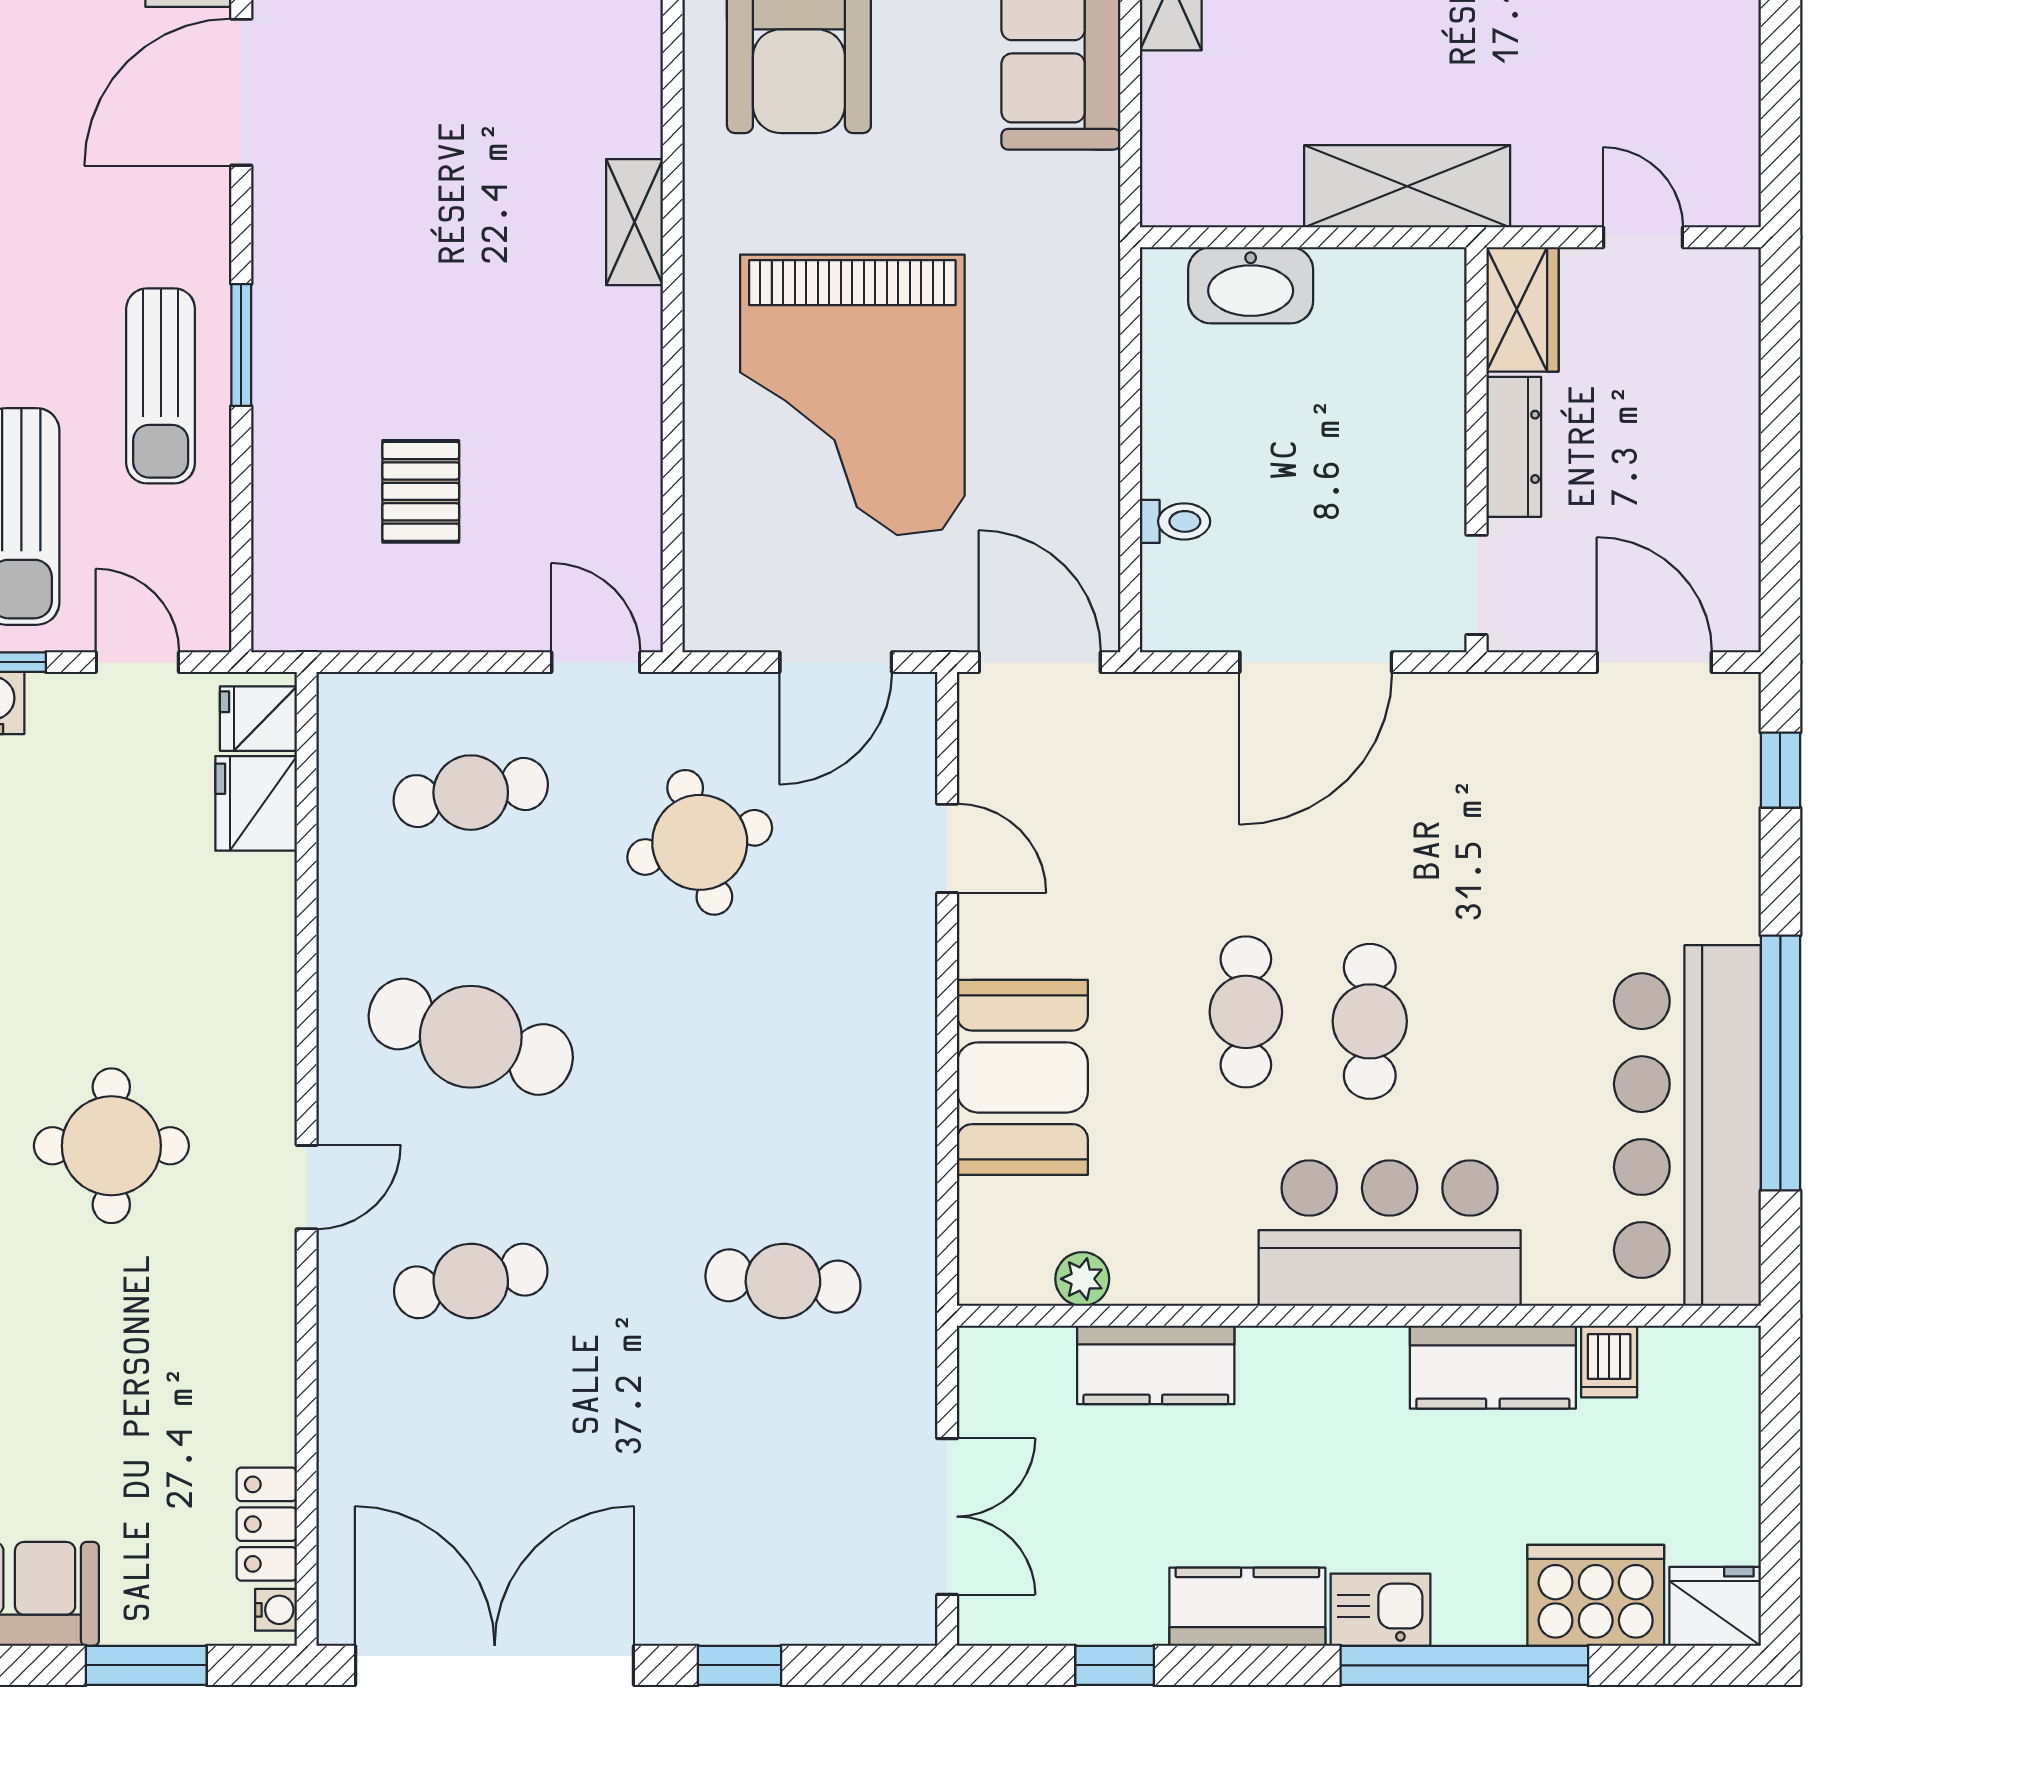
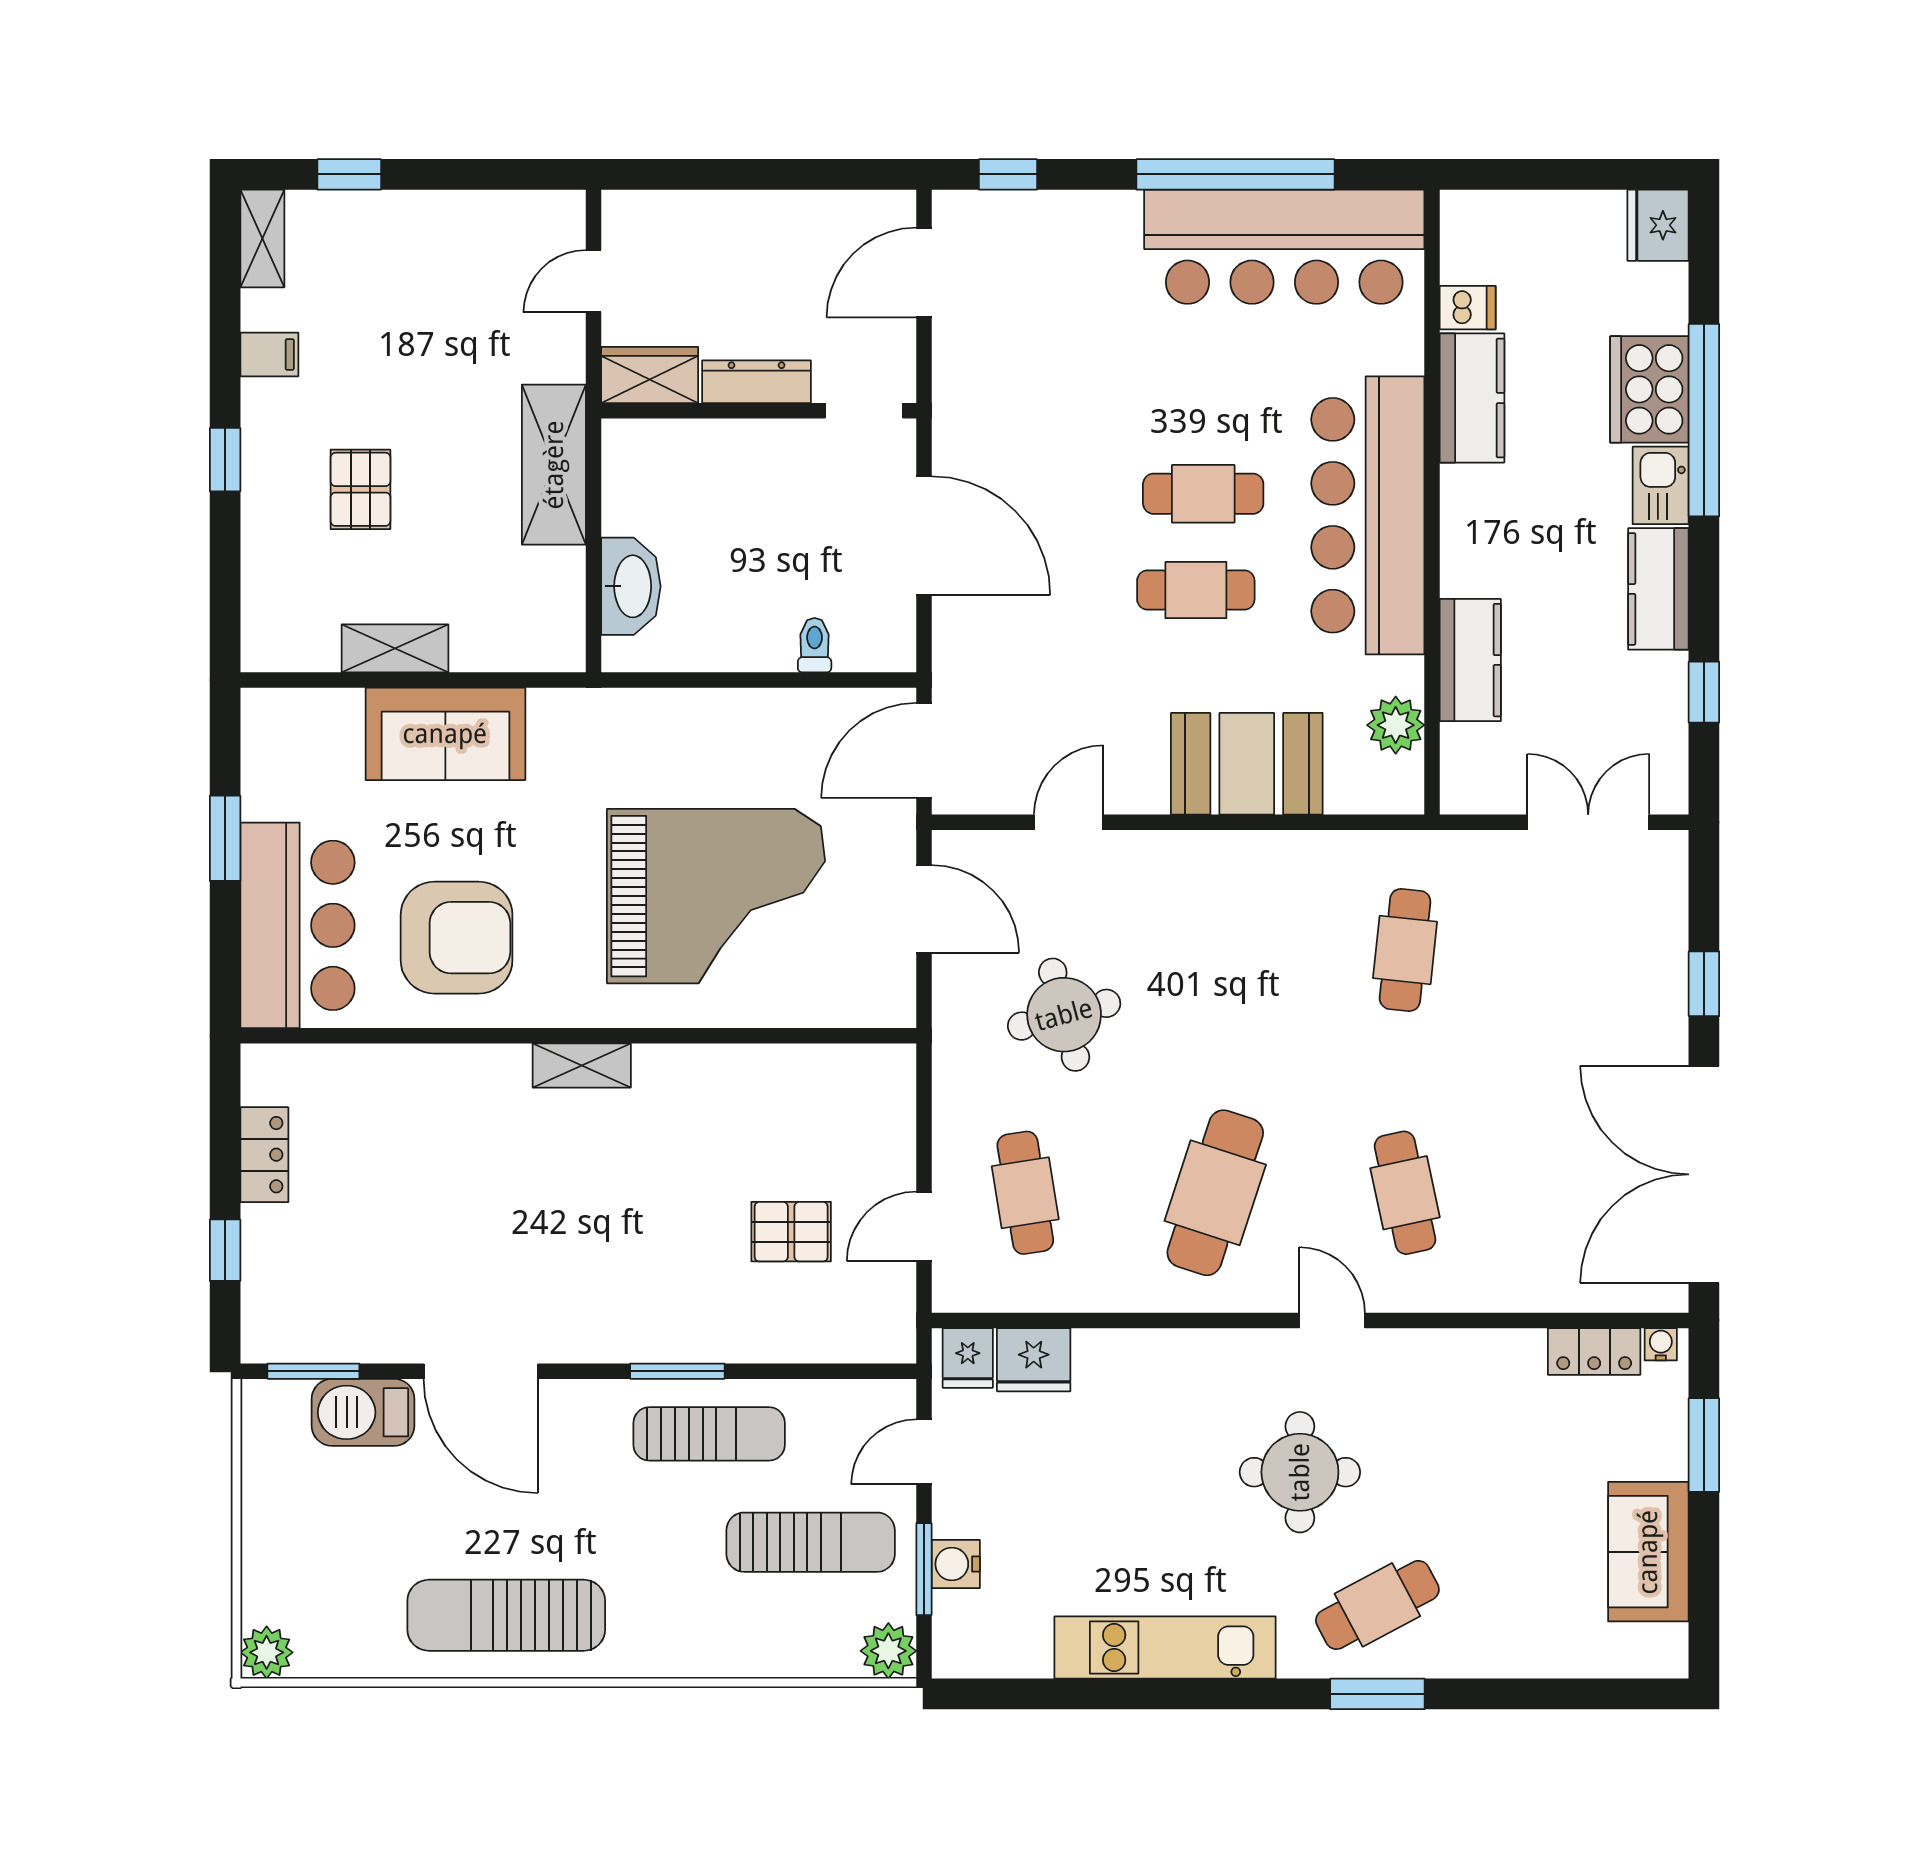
door: (596, 662) -> (924, 1226), moved
bar counter: (1390, 1233) -> (1368, 515), width x1.36
plant: (1082, 1279) -> (1396, 725), width x1.38, depth x1.38
cooker: (1596, 1595) -> (1649, 389), moved

